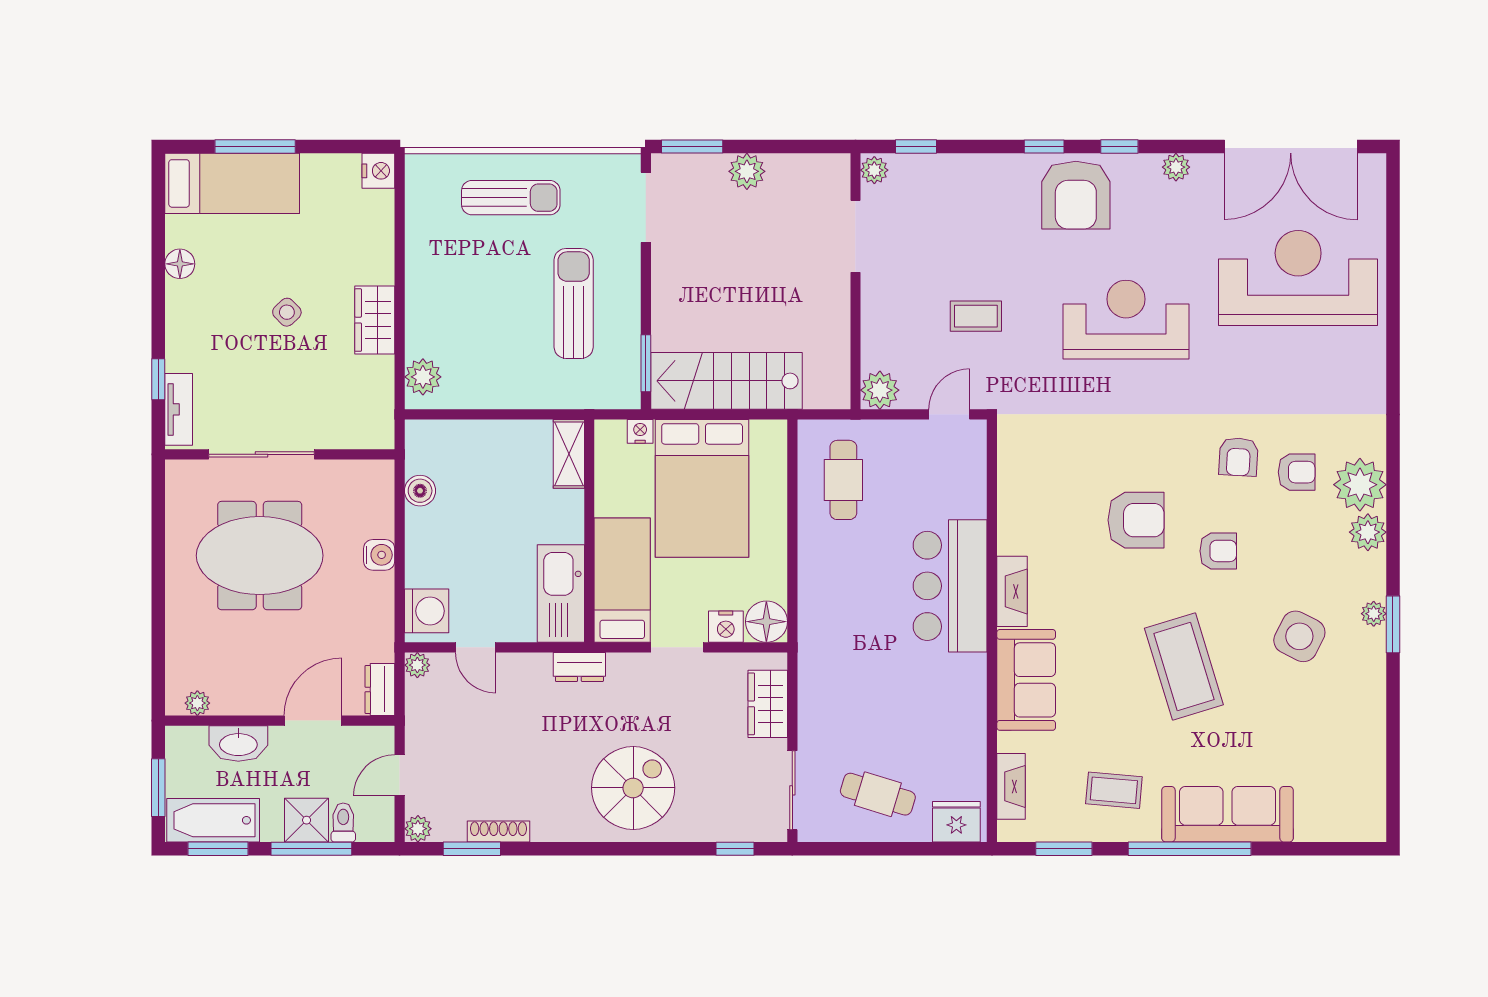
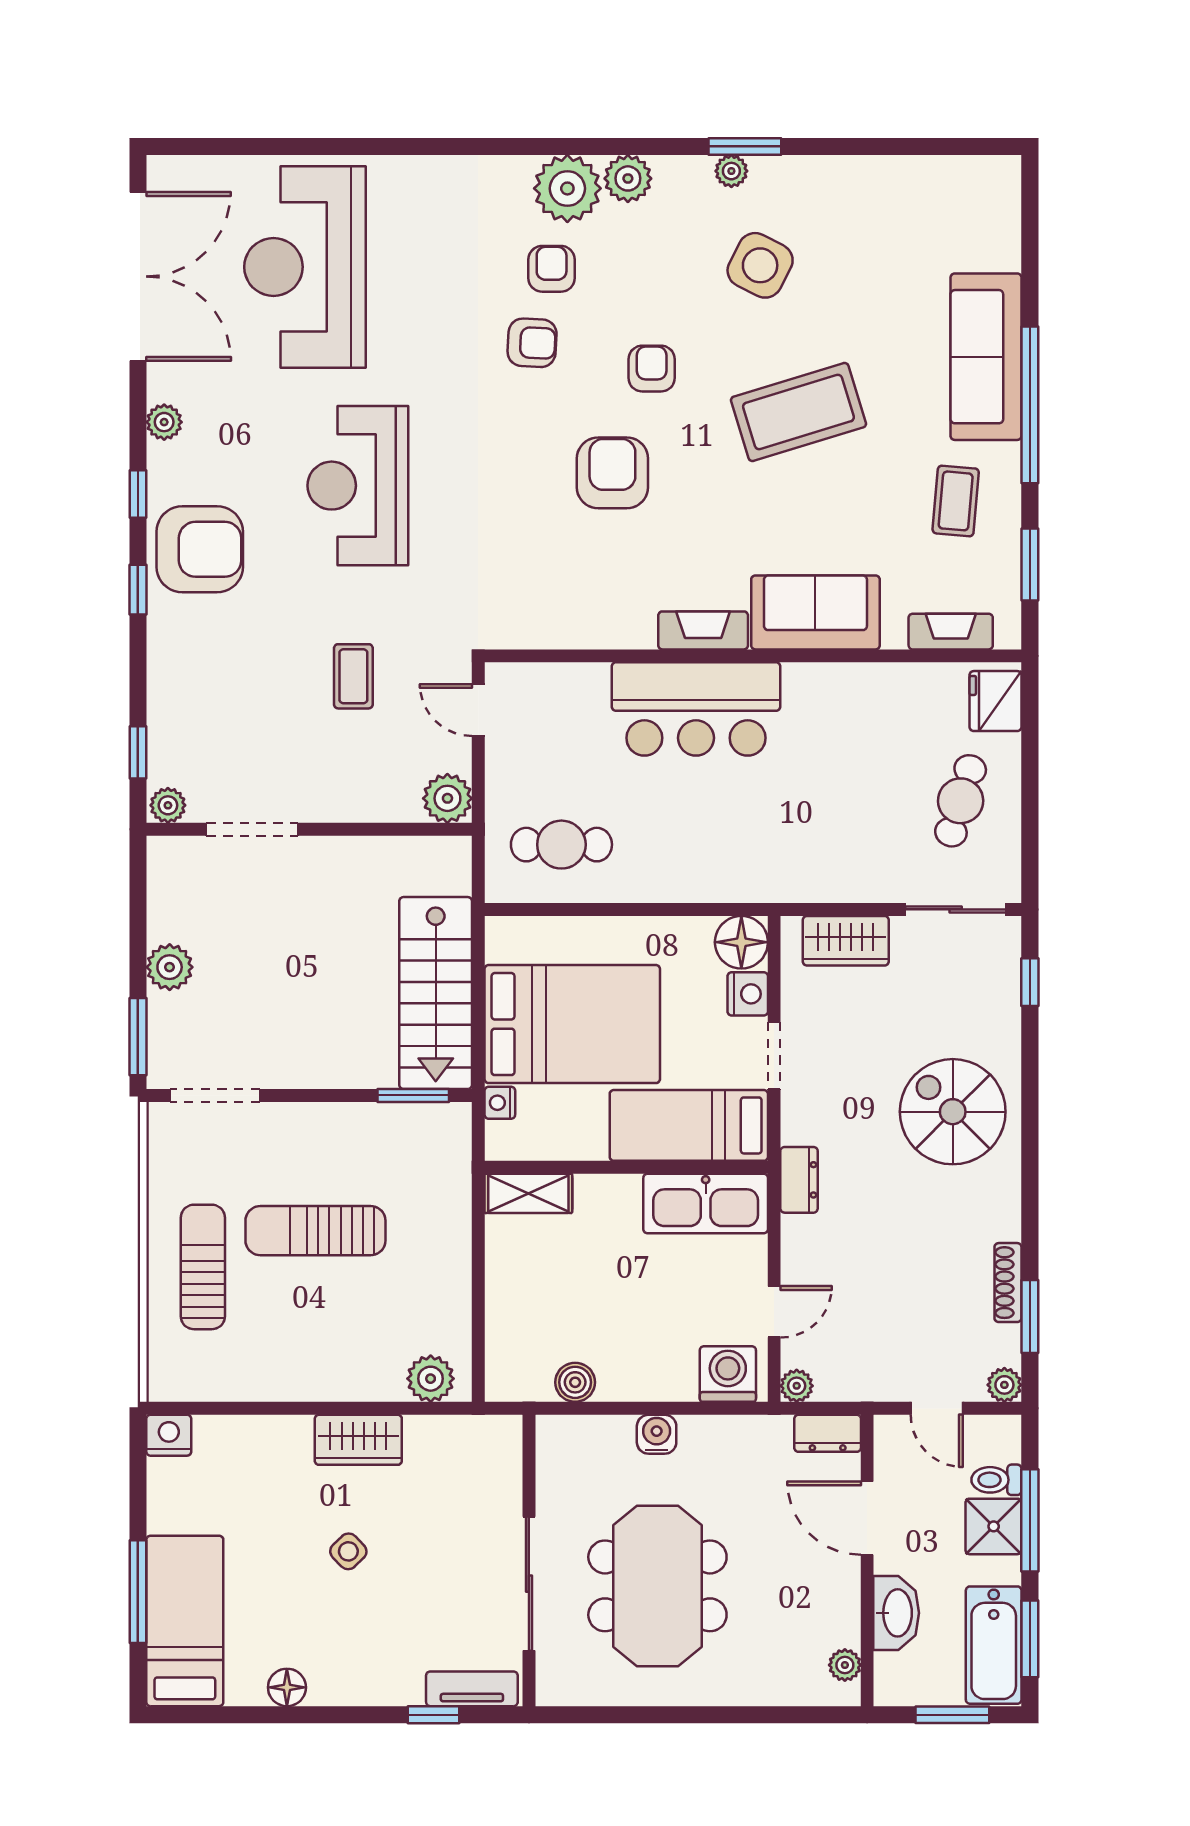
sun lounger: (574, 303) -> (315, 1231), moved

